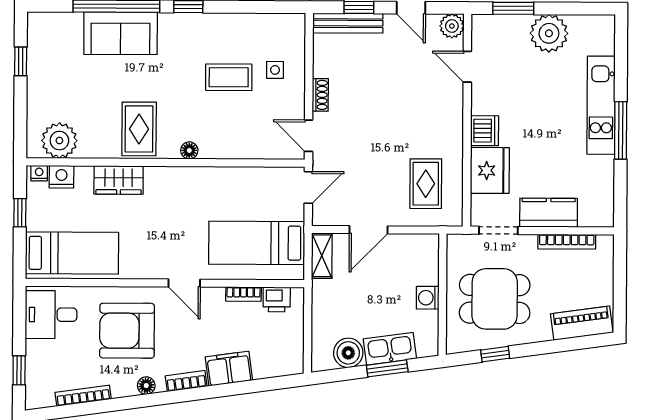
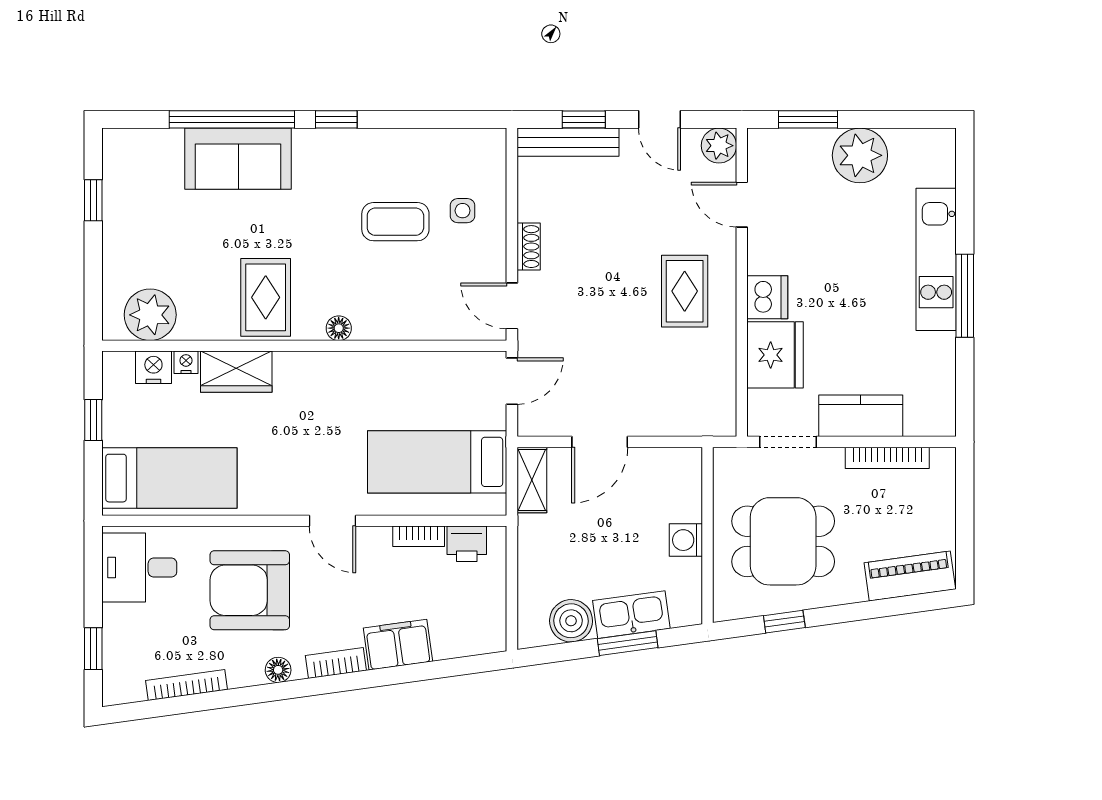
nightstand: (39, 173) -> (186, 362), moved
rug: (426, 184) -> (685, 291), moved

